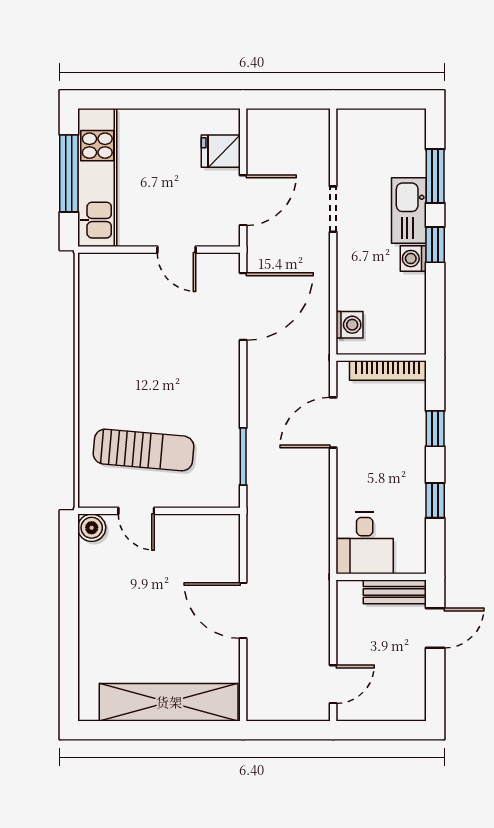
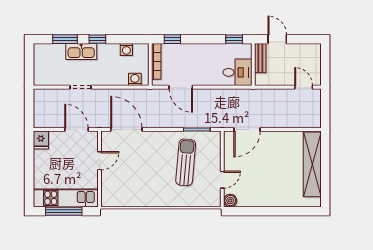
fridge: (221, 151) -> (41, 140), moved
washing machine: (413, 259) -> (126, 49), moved
window: (435, 429) -> (172, 39), moved
sun lounger: (143, 450) -> (186, 162), moved
window: (435, 500) -> (234, 39), moved
door: (243, 611) -> (247, 129), moved

